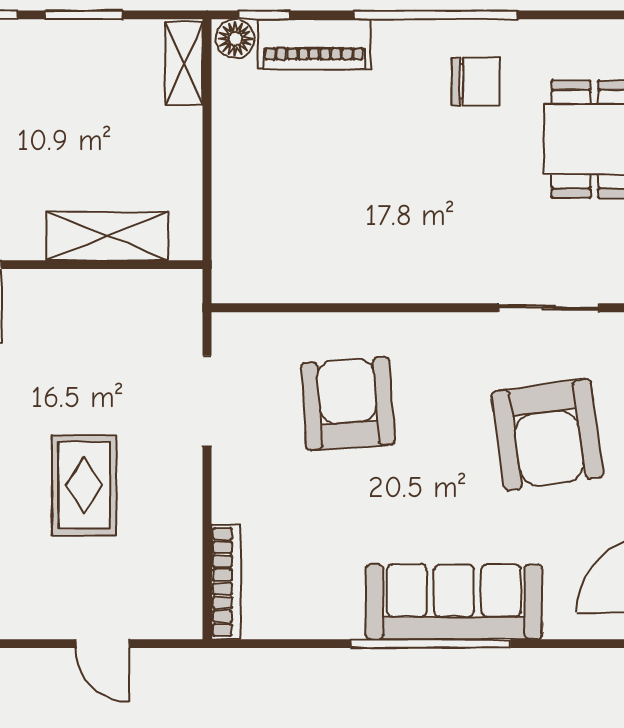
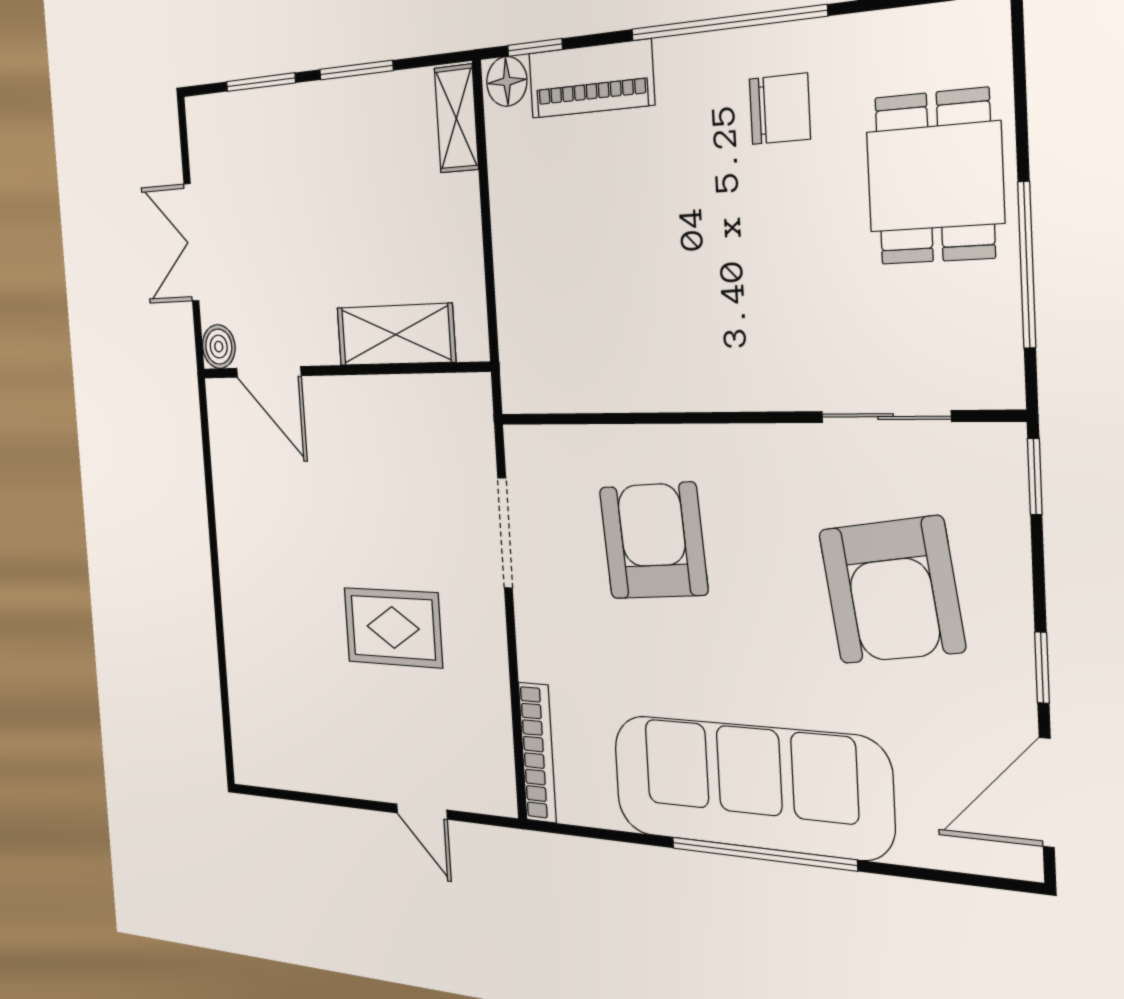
rug: (84, 485) -> (393, 628), turned 90
sofa: (454, 602) -> (750, 786), width x1.36, depth x1.27

